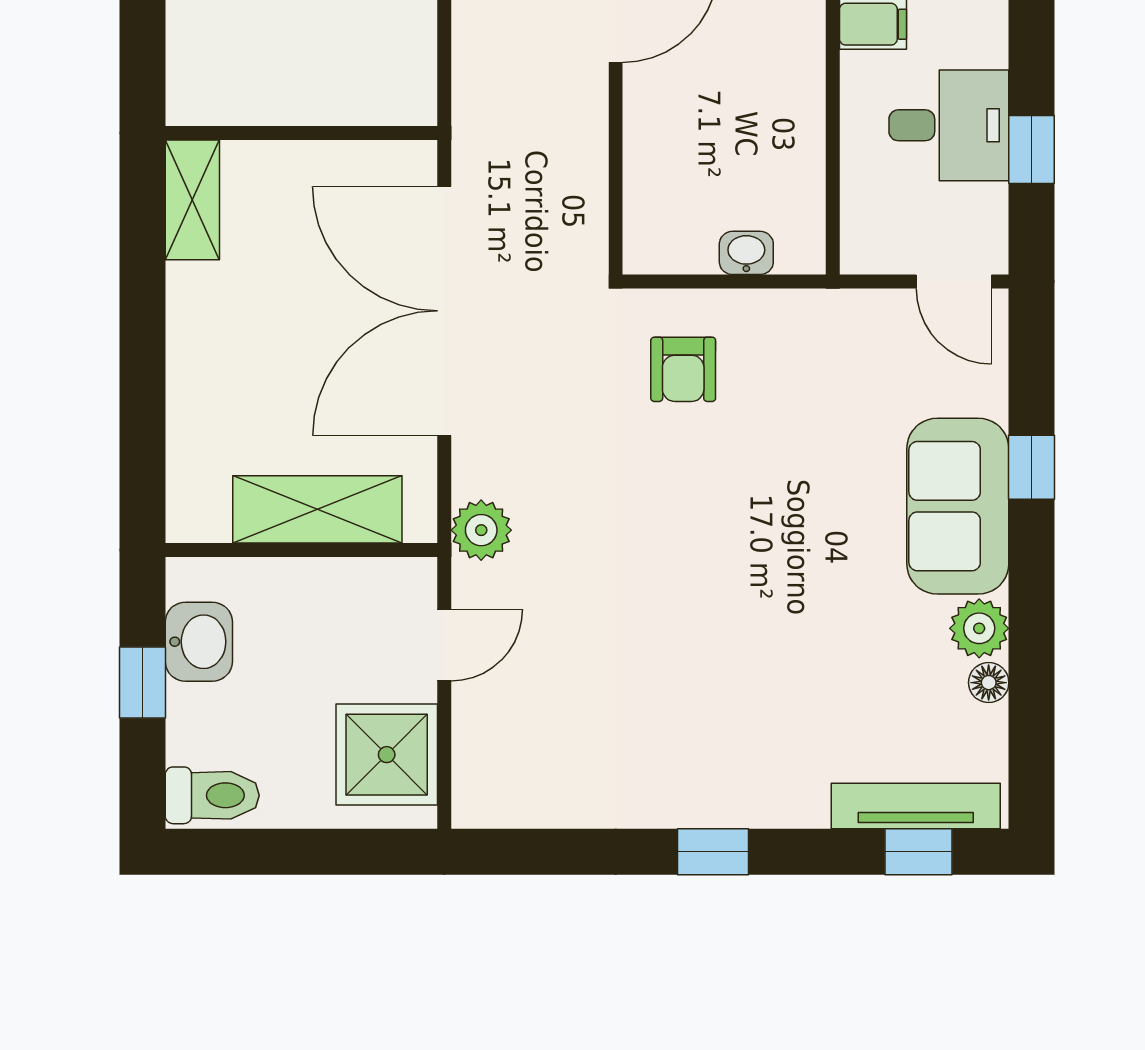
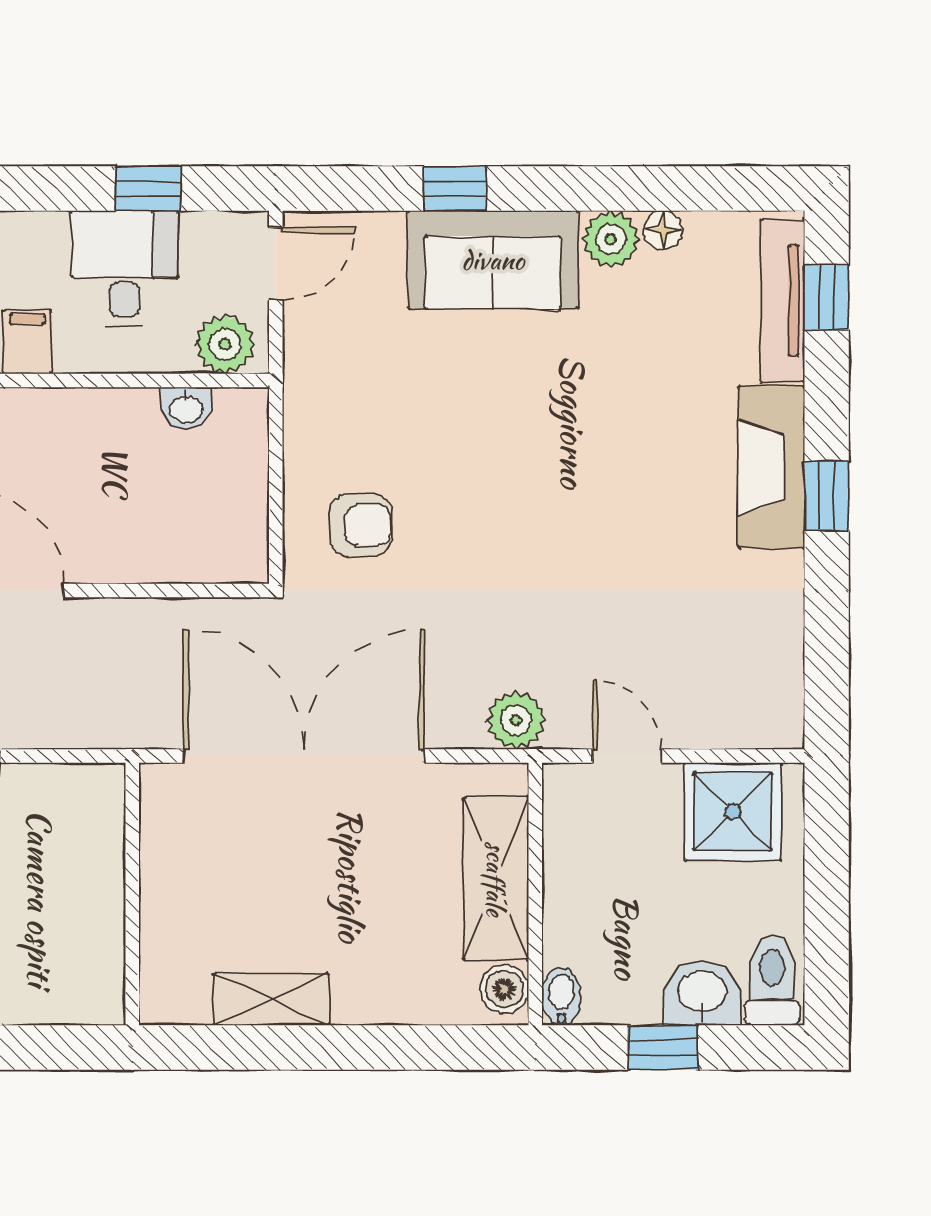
shelving: (192, 200) -> (271, 999), moved
plant: (870, 229) -> (225, 344), added
washbasin: (746, 253) -> (186, 408), moved, turned -90
double door: (444, 311) -> (304, 756), swing flipped
boiler: (203, 518) -> (504, 989), added
bidet: (195, 577) -> (561, 997), added
washbasin: (199, 642) -> (702, 993), moved
fireplace: (743, 794) -> (771, 467), added

